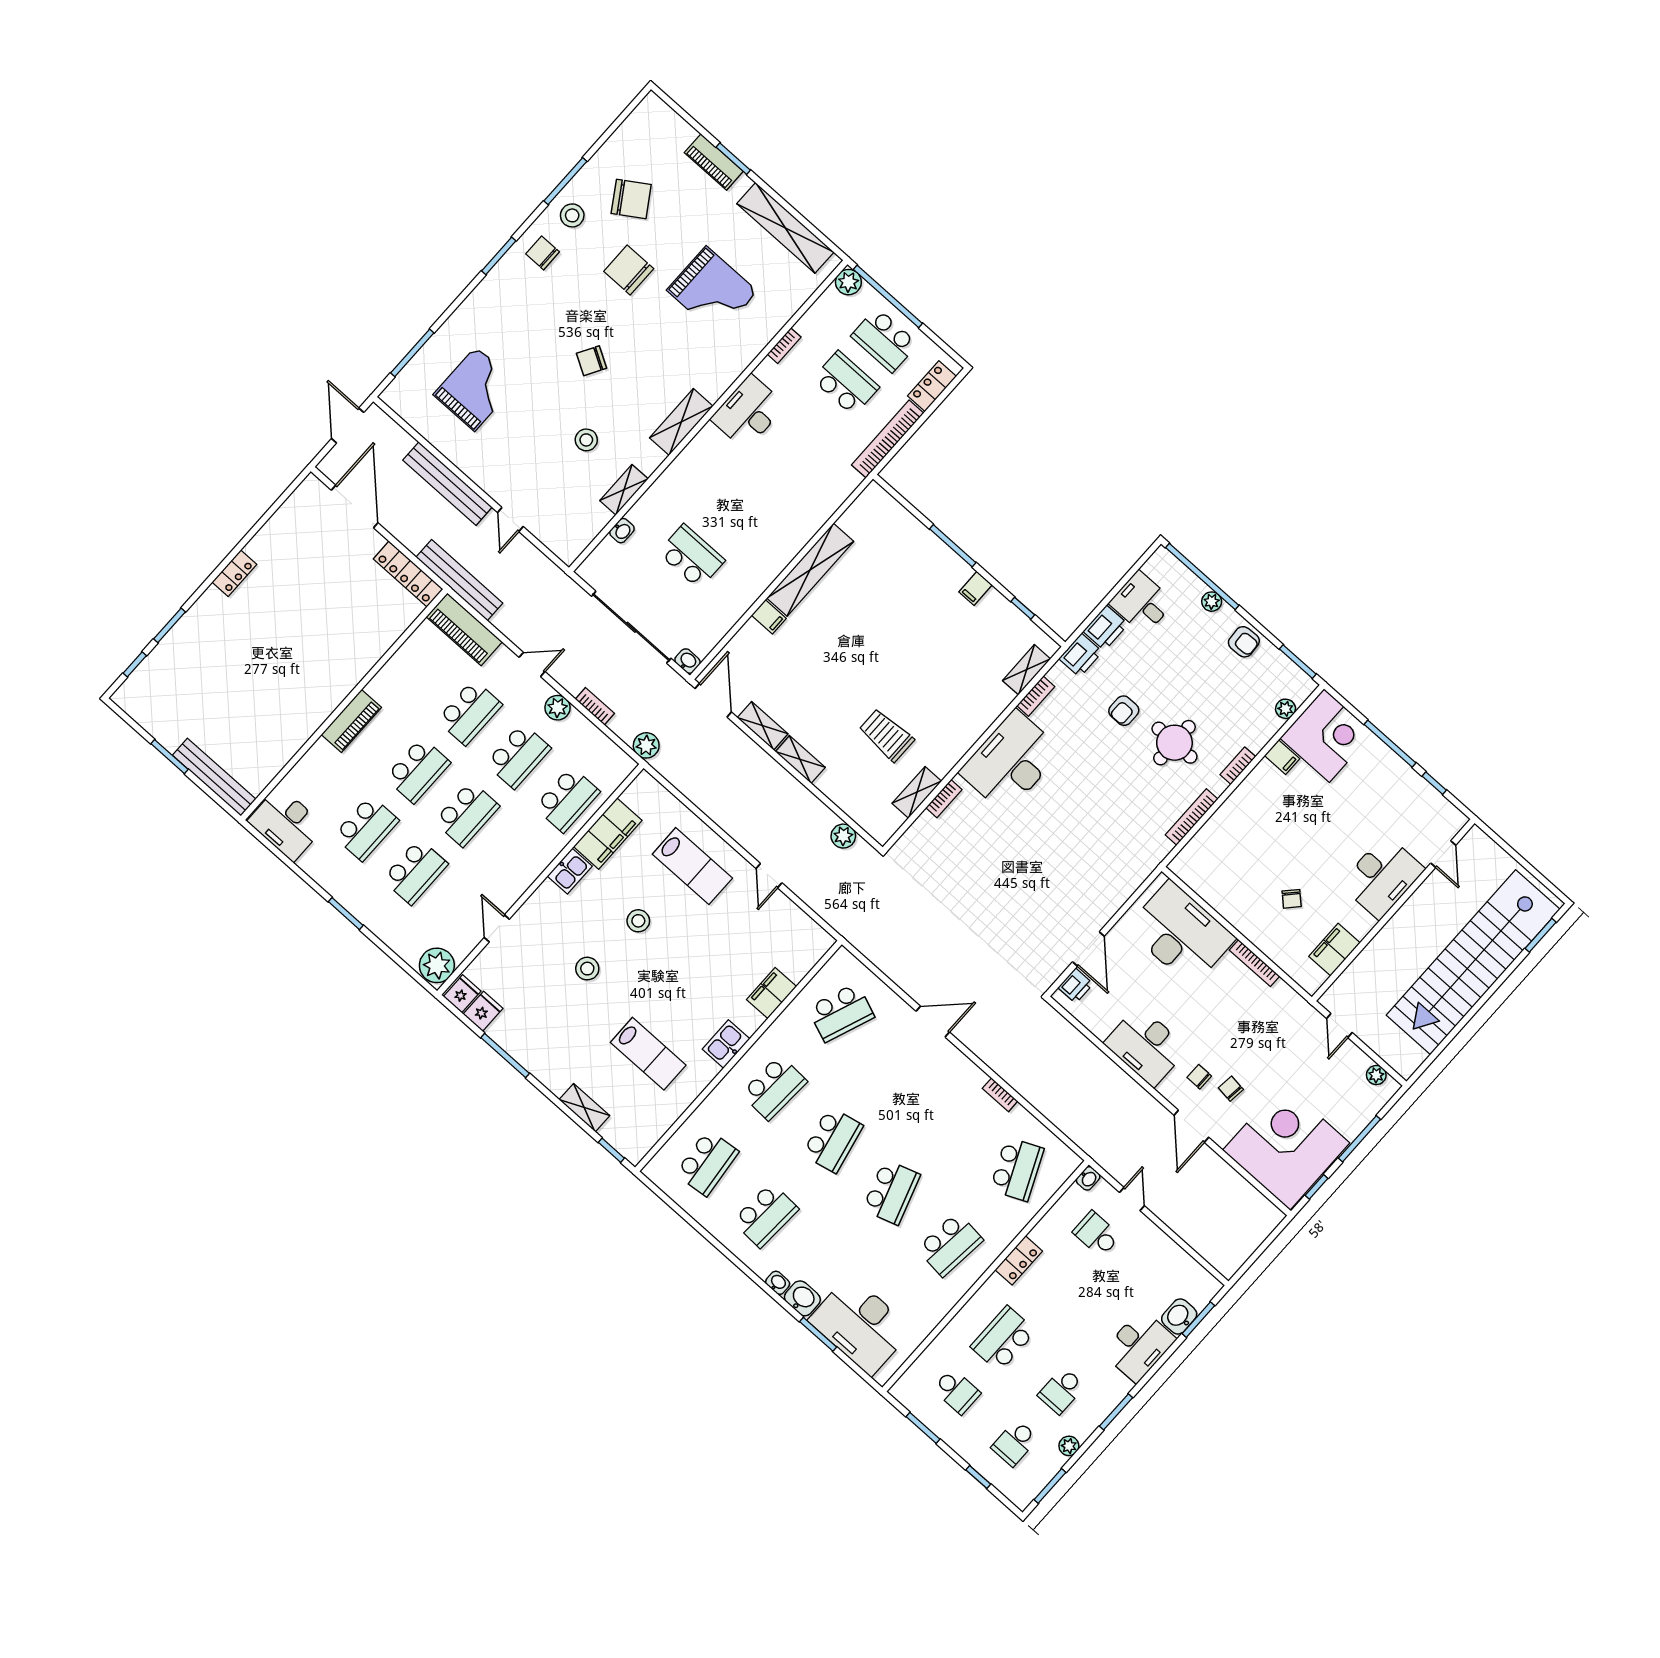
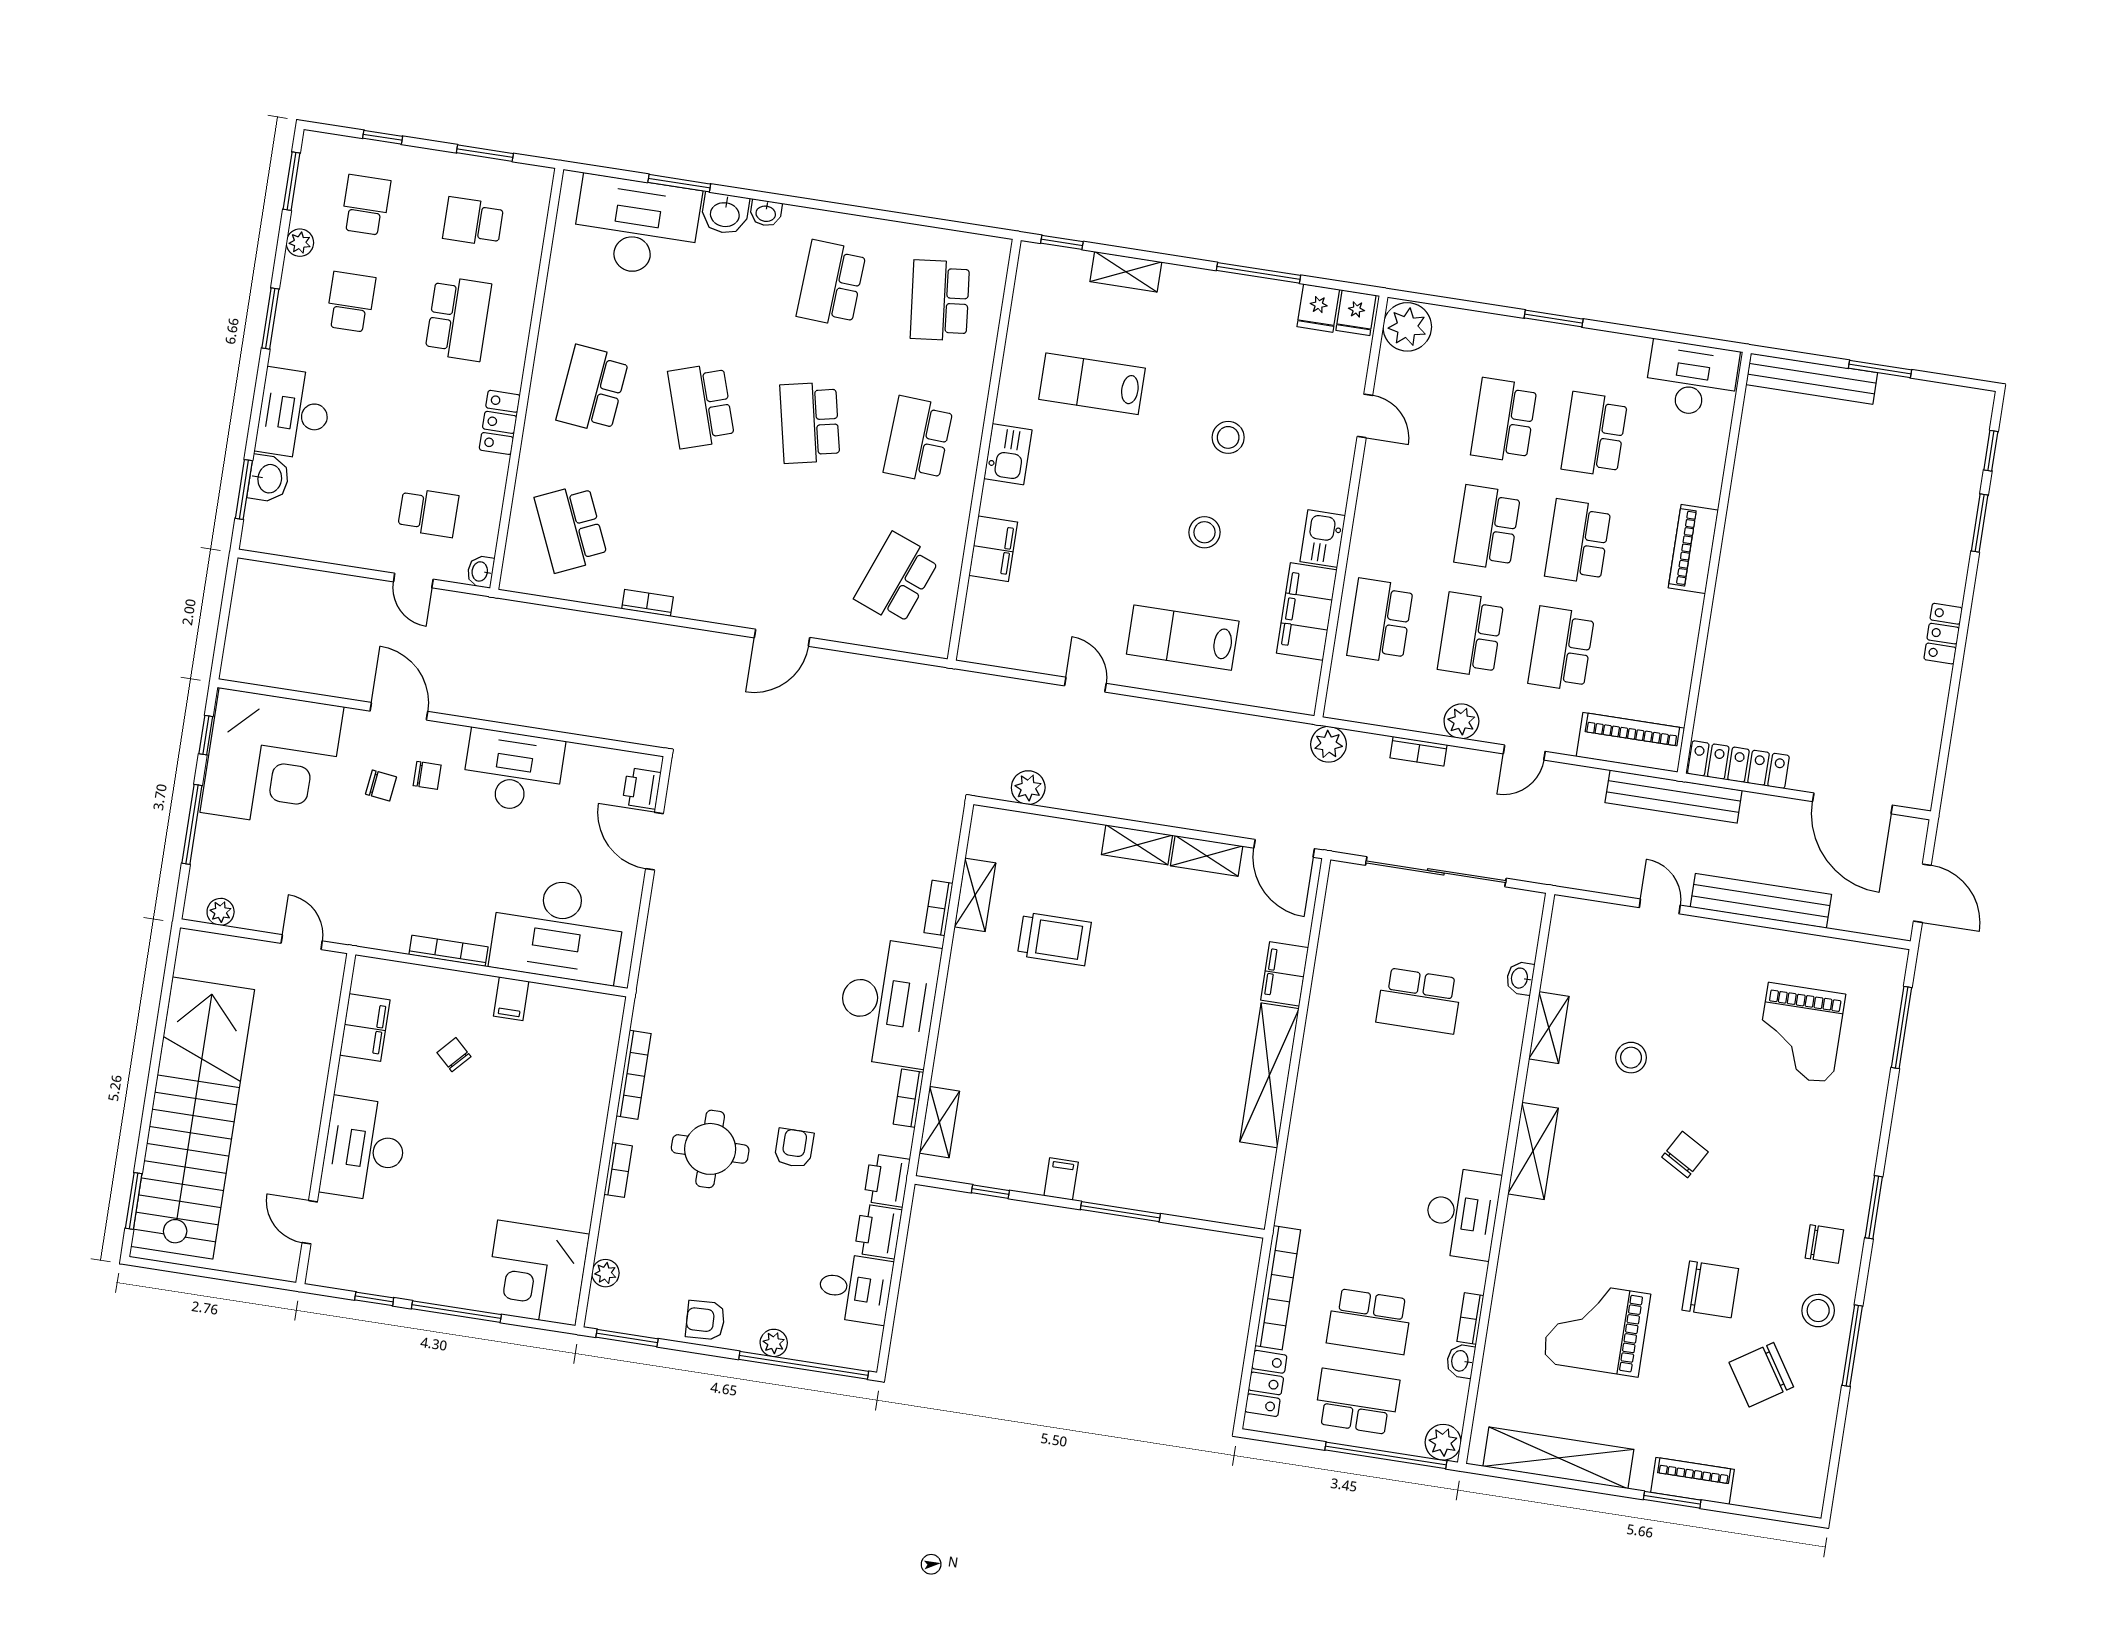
filing cabinet: (769, 617) -> (1285, 974), width x2.00
washbasin: (688, 661) -> (1461, 1361), moved, turned 90
filing cabinet: (1282, 757) -> (511, 999), moved, turned -90

